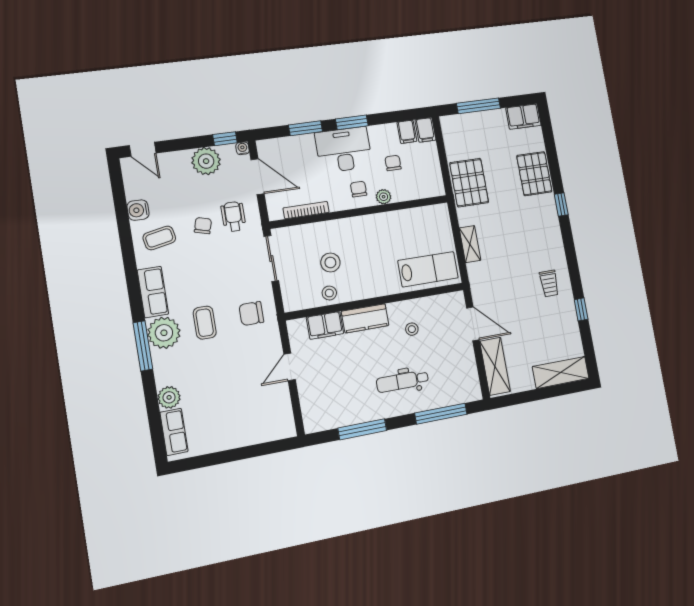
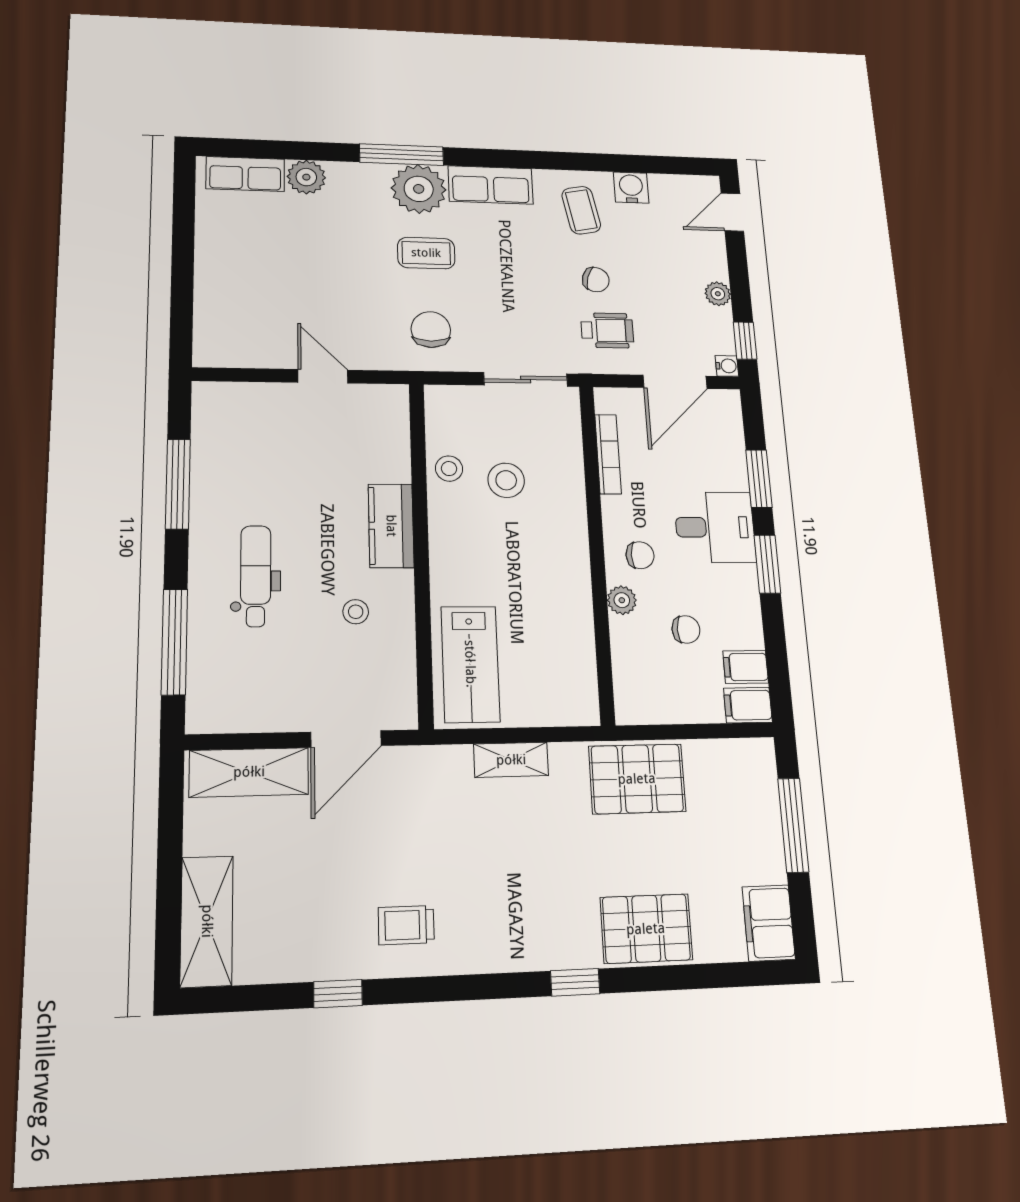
desk: (344, 150) -> (715, 527), width x0.73
plant: (206, 161) -> (718, 294), width x0.53, depth x0.53
filing cabinet: (325, 325) -> (389, 451), removed

